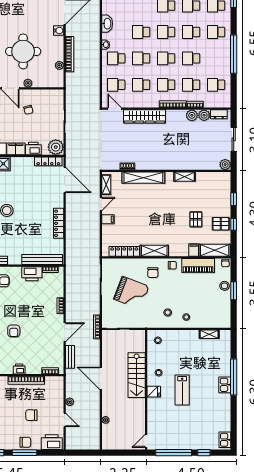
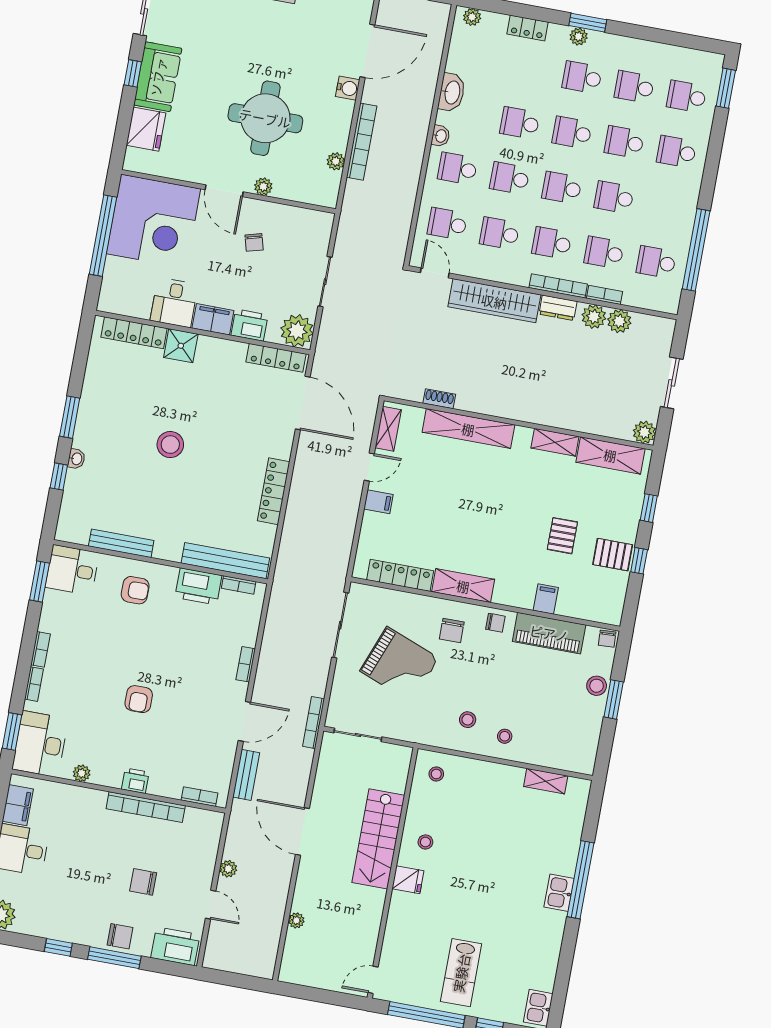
window: (234, 54) -> (696, 250), moved
dresser: (219, 114) -> (558, 308), moved
shelving: (215, 250) -> (610, 455), moved
lab bench: (182, 390) -> (461, 973), moved

